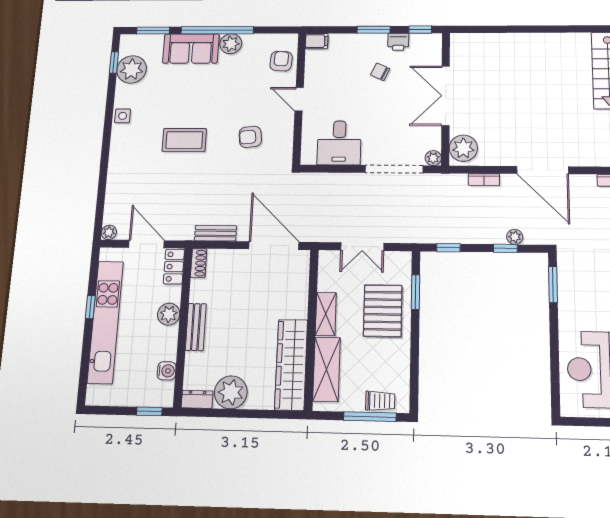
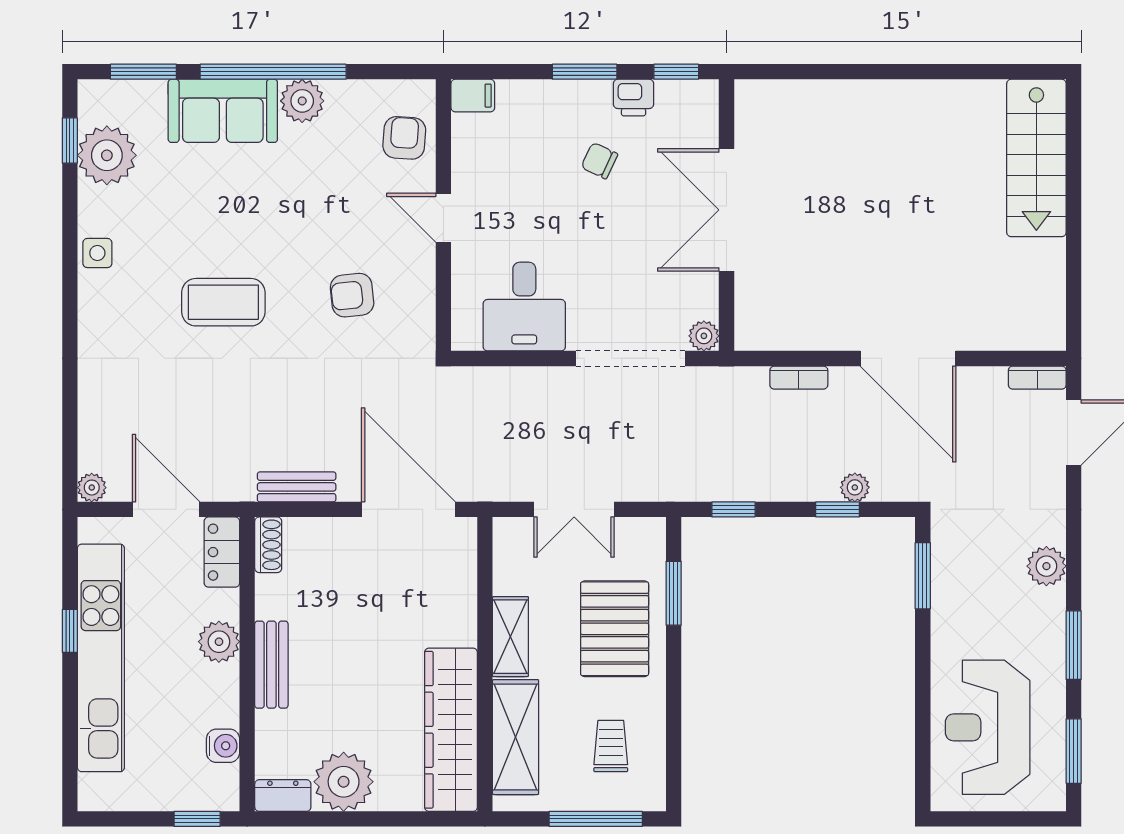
plant: (463, 148) -> (760, 316), removed
trolley: (380, 401) -> (611, 746), moved, turned -90

